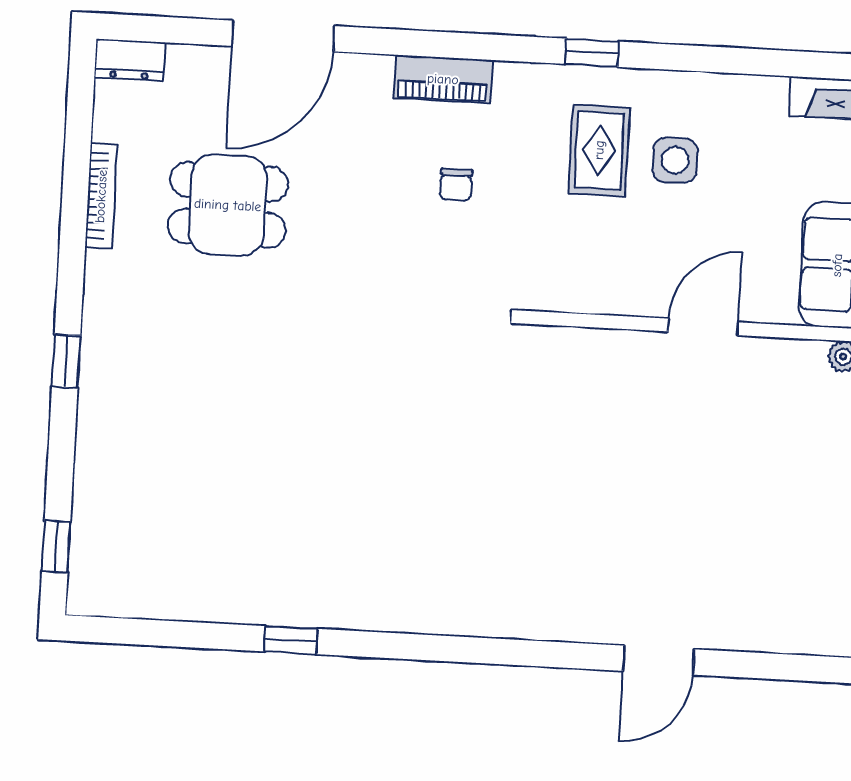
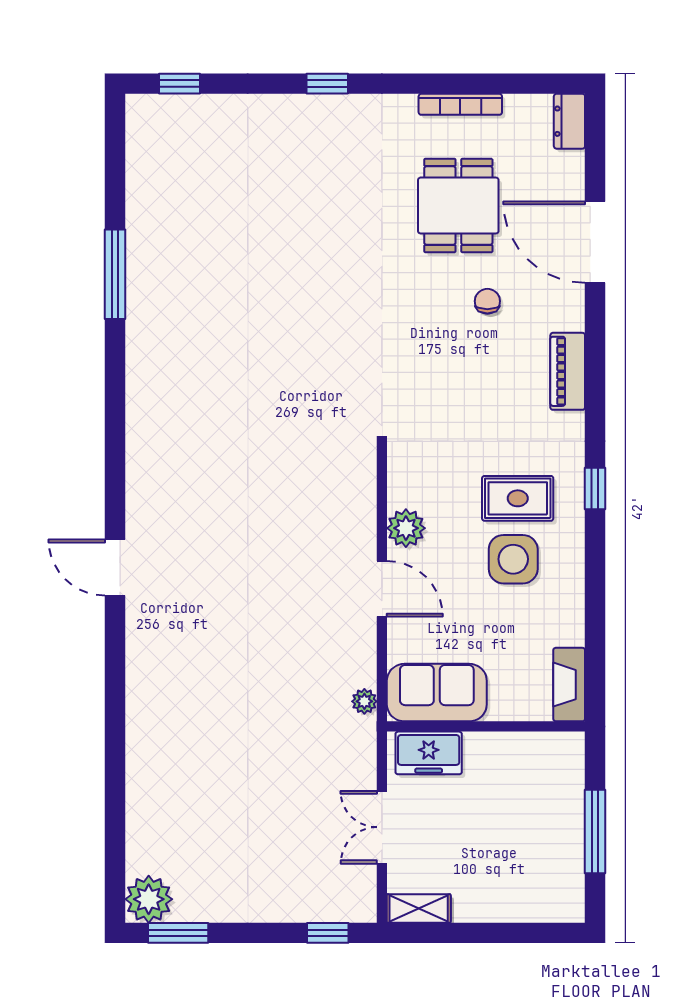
side table: (675, 160) -> (513, 559), width x1.37, depth x1.37
chair: (456, 185) -> (487, 301), moved, turned 90
plant: (629, 293) -> (406, 528), added
window: (291, 640) -> (115, 274), width x2.17

